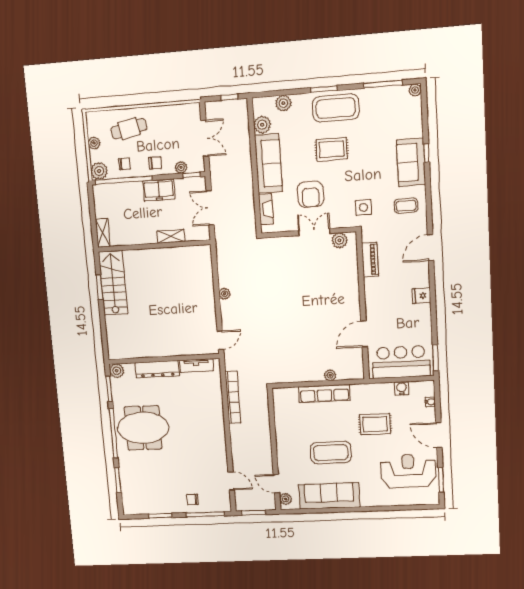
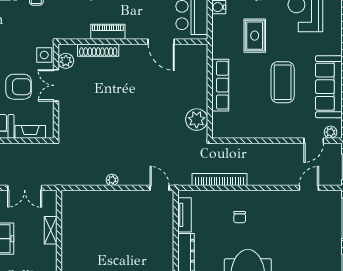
side table: (363, 207) -> (44, 55), moved
piano: (370, 260) -> (108, 32), moved
shoe rack: (352, 272) -> (98, 50), added
plant: (330, 375) -> (197, 120), moved, width x1.87, depth x1.87
chair: (192, 500) -> (240, 217), moved

